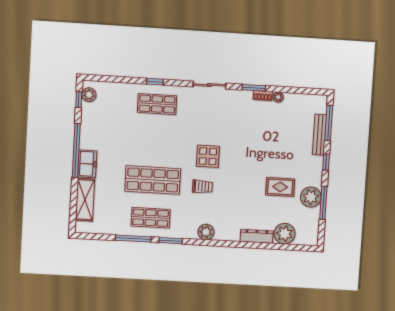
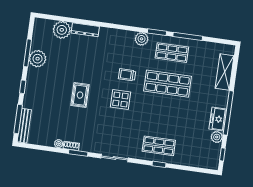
plant: (89, 95) -> (217, 137), moved
bench: (320, 135) -> (24, 126), moved
freezer: (87, 164) -> (218, 119), moved
rug: (280, 187) -> (80, 95), moved, turned 90
plant: (206, 232) -> (142, 39), moved

